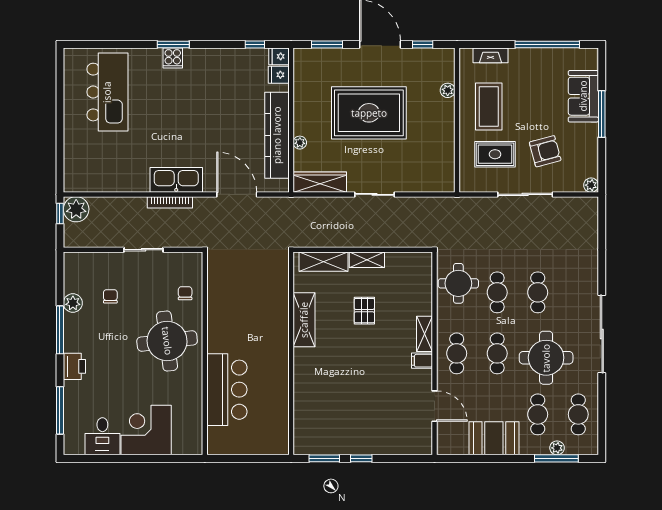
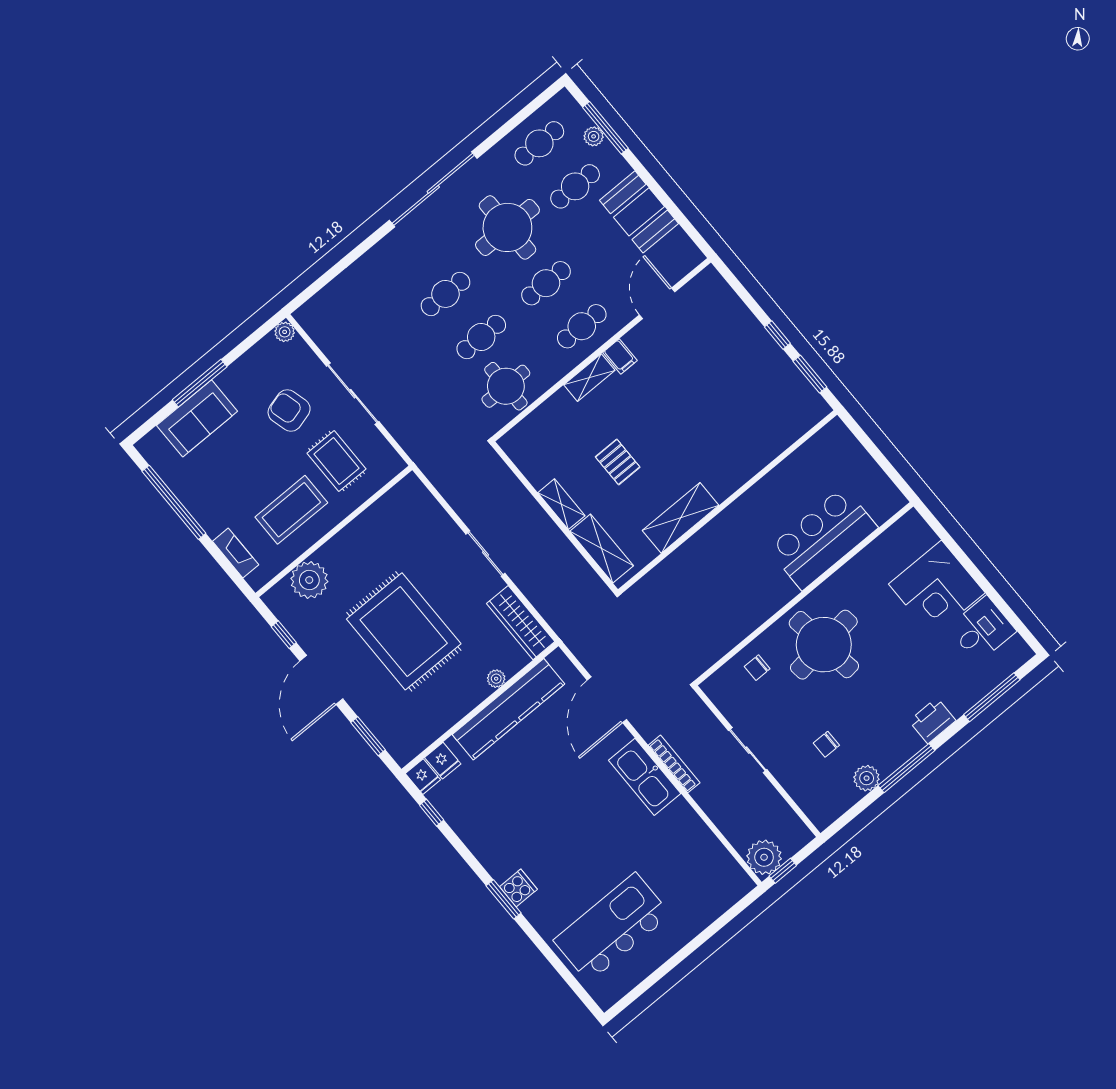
plant: (448, 90) -> (309, 580), width x1.88, depth x1.88
pallet: (364, 311) -> (618, 462), turned 90

